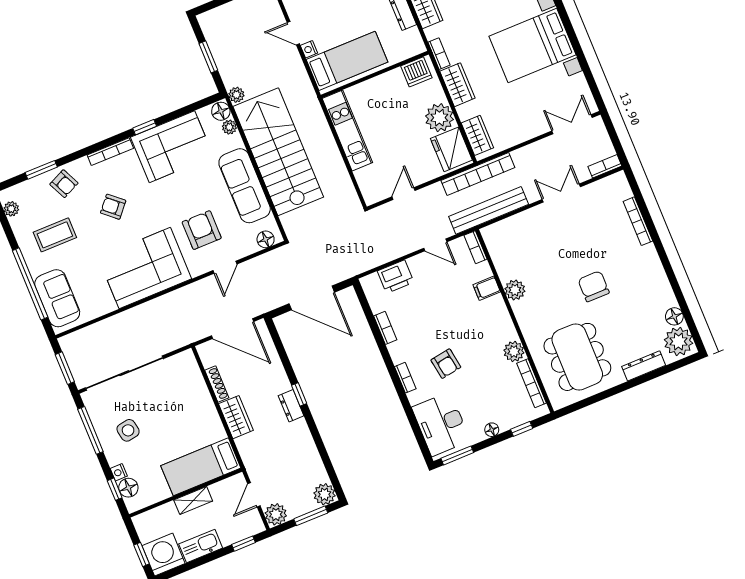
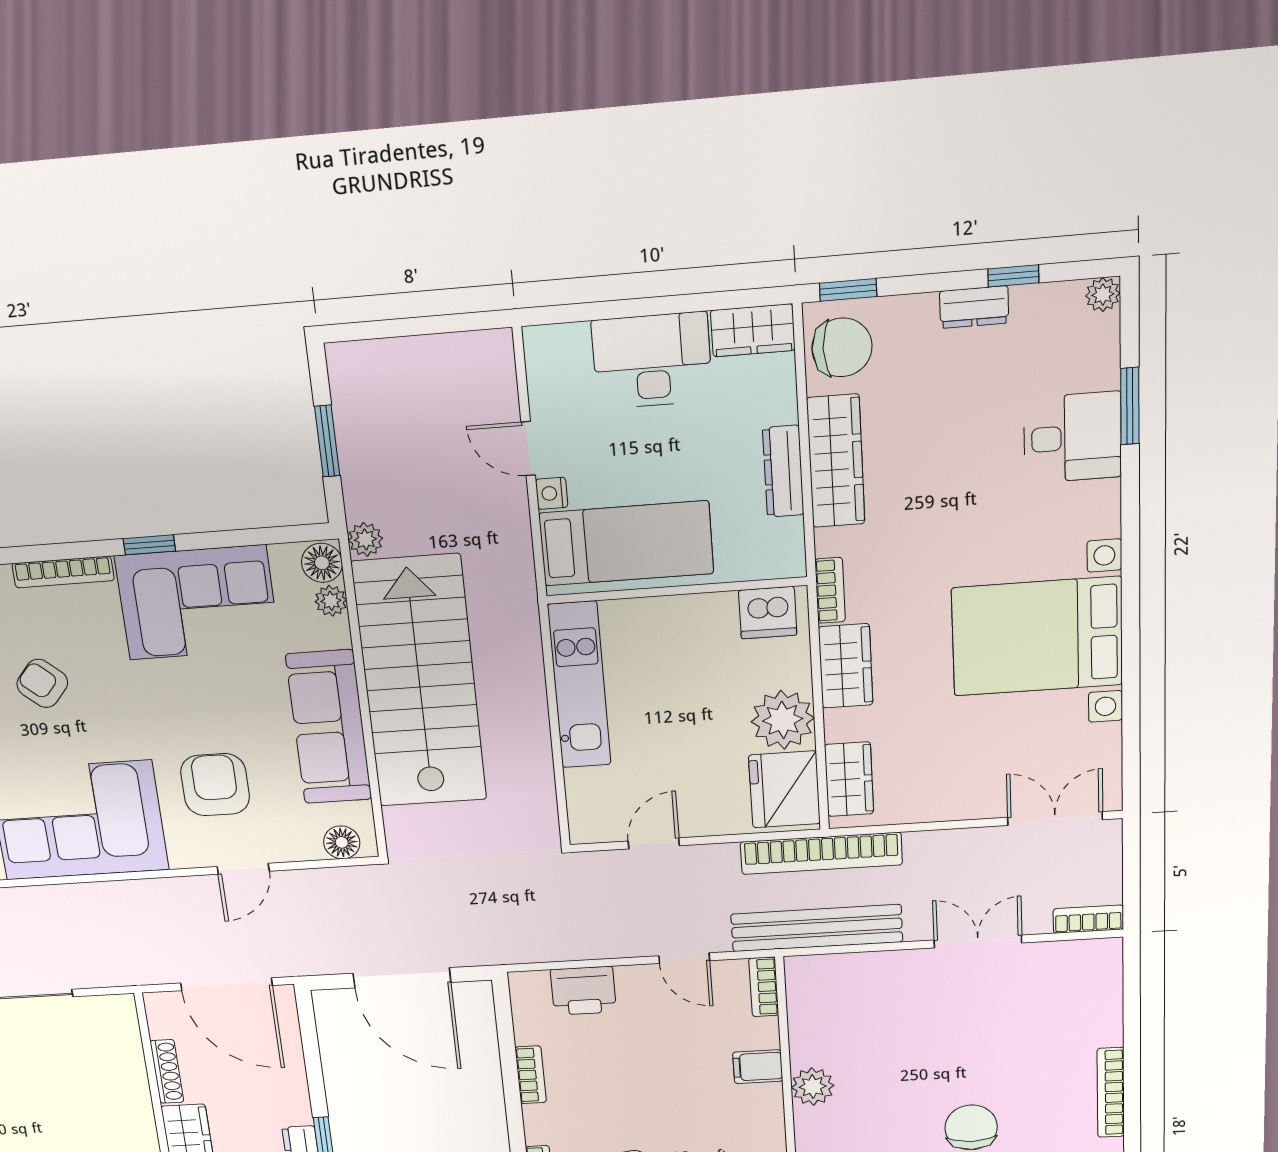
bookcase: (638, 221) -> (1111, 1093), moved

